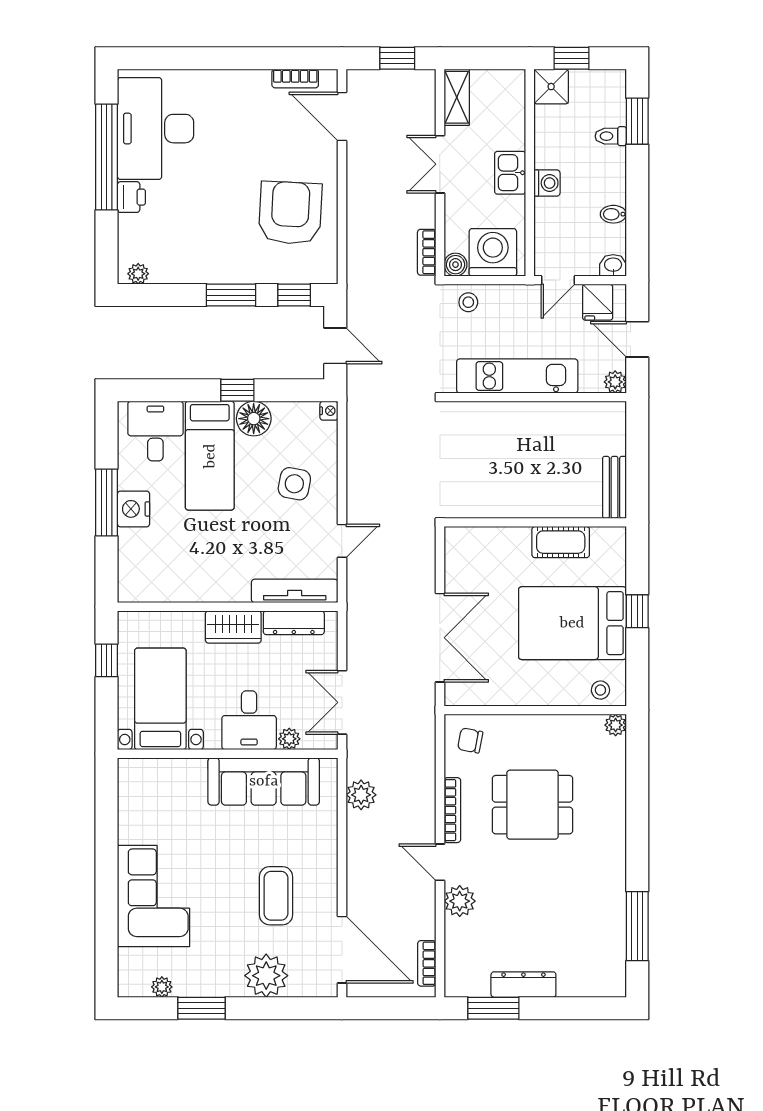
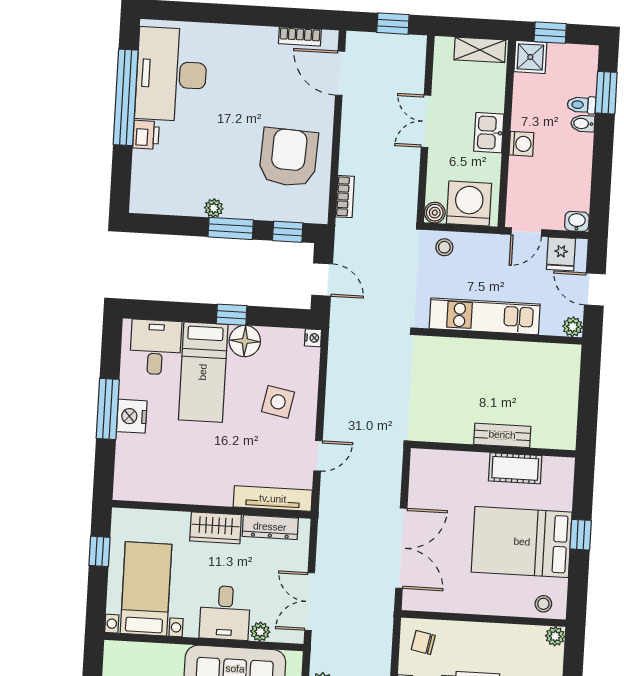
shelving: (457, 97) -> (480, 50), moved, turned 90
bidet: (613, 214) -> (583, 124), moved
bookcase: (427, 252) -> (345, 197), moved, turned 180
plant: (138, 274) -> (214, 208), moved
bench: (615, 487) -> (502, 435), moved, turned 90

